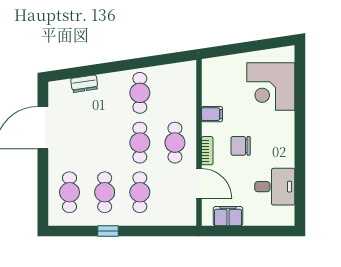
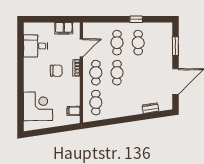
cafe table: (140, 93) -> (96, 103), moved
filing cabinet: (212, 114) -> (74, 111), moved
door: (199, 183) -> (81, 48), swing flipped
window: (43, 186) -> (175, 46), added
cafe table: (70, 192) -> (159, 43), removed

